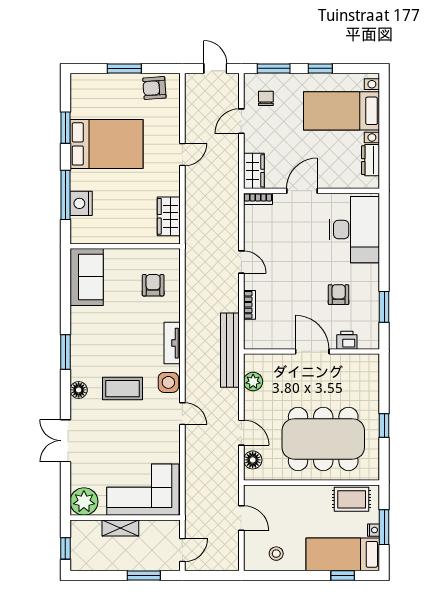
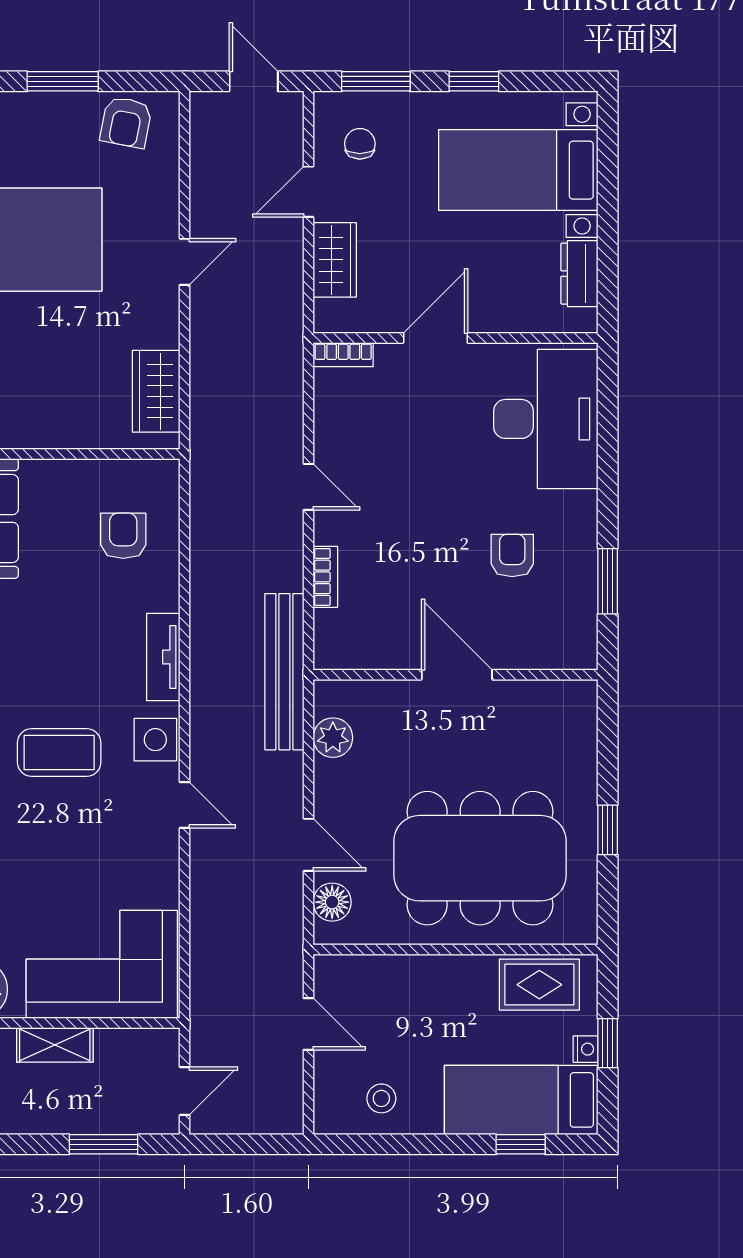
armchair: (154, 88) -> (126, 122), turned -75
wardrobe: (254, 171) -> (335, 260), moved
printer: (347, 340) -> (530, 651), removed
window: (384, 527) -> (608, 1043), width x0.67

